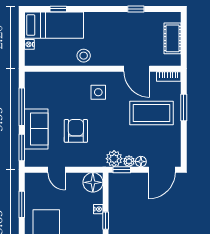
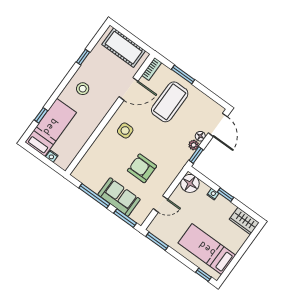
cot: (173, 38) -> (124, 48), width x1.37, depth x1.34
stool: (84, 56) -> (83, 89), moved
plant: (114, 159) -> (184, 155), removed
window: (22, 204) -> (157, 241), moved

